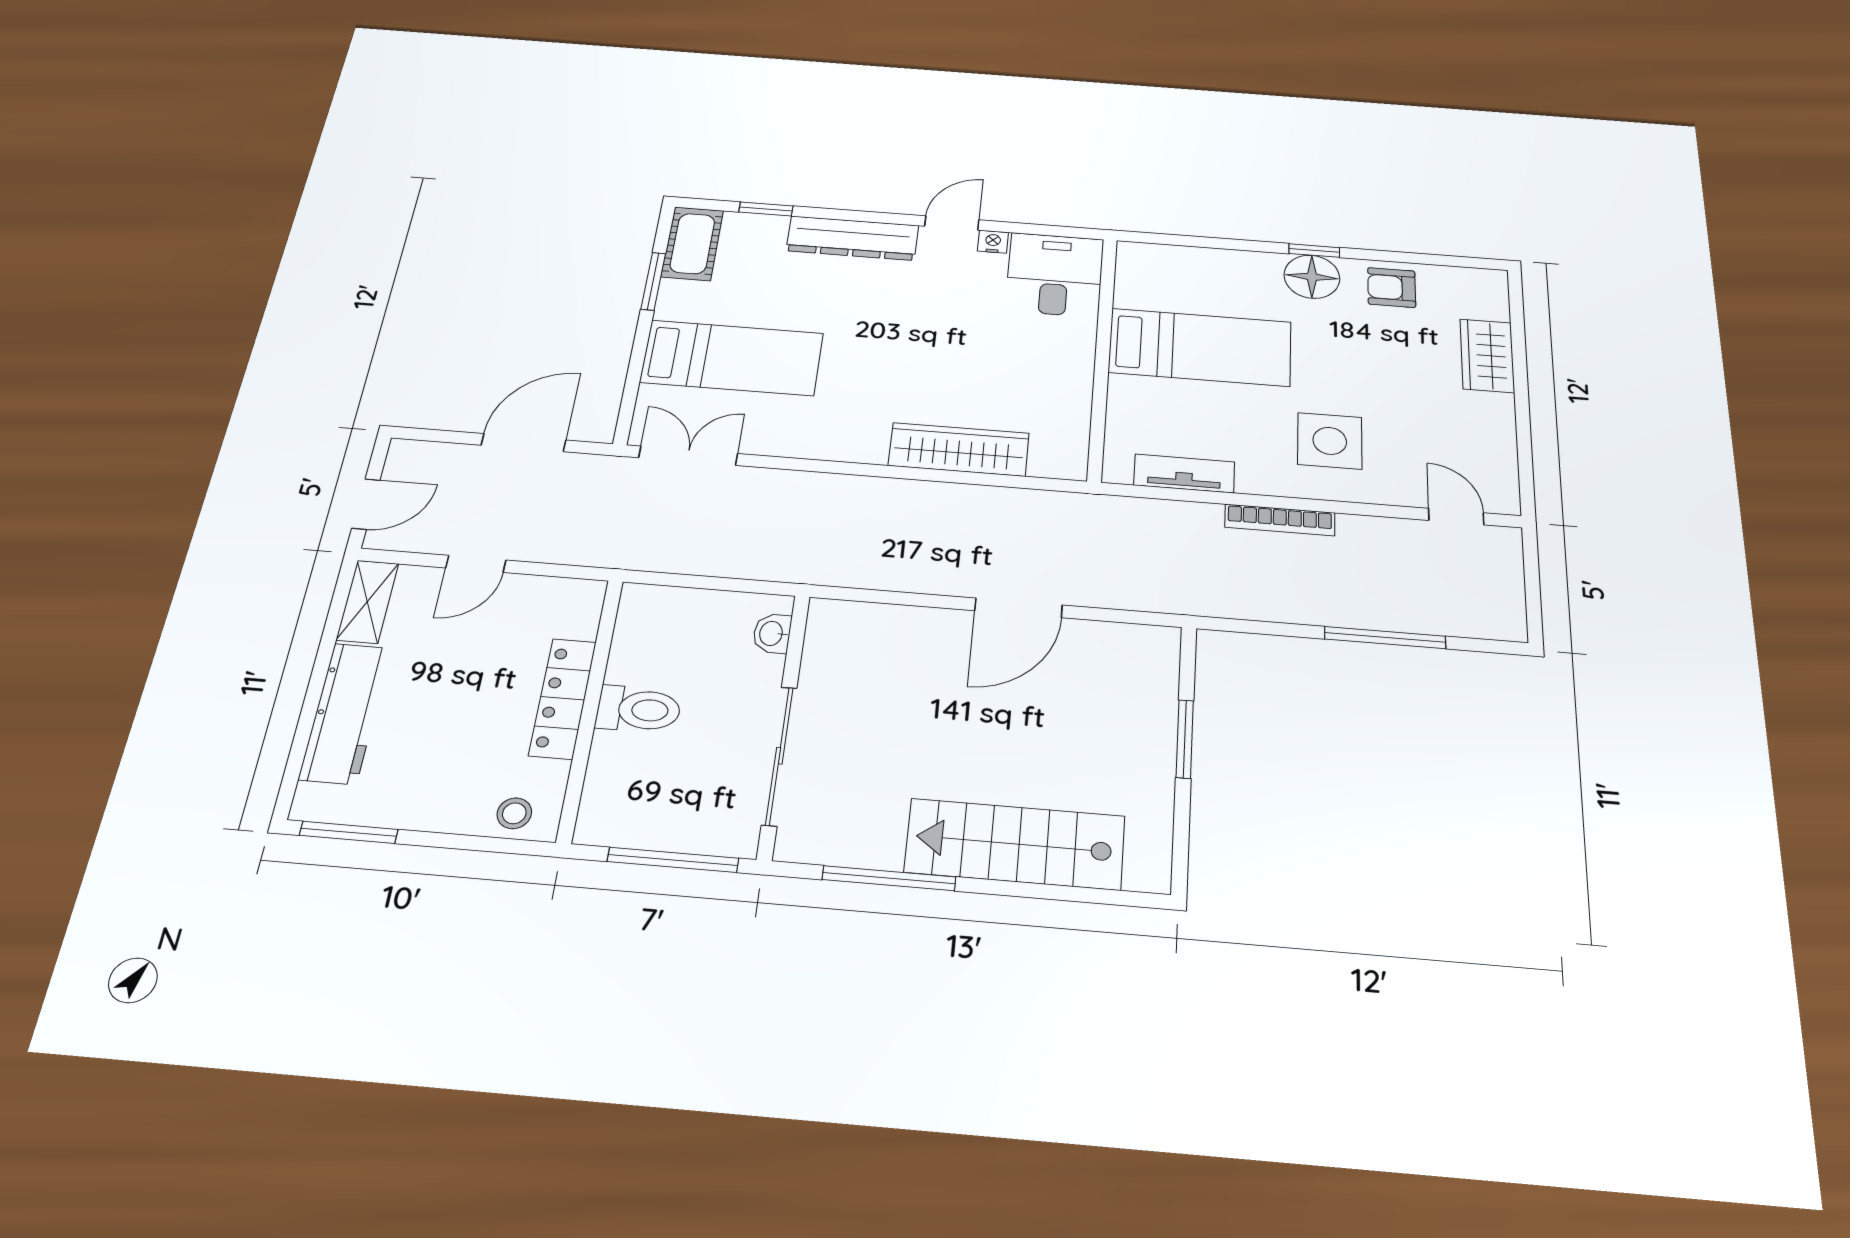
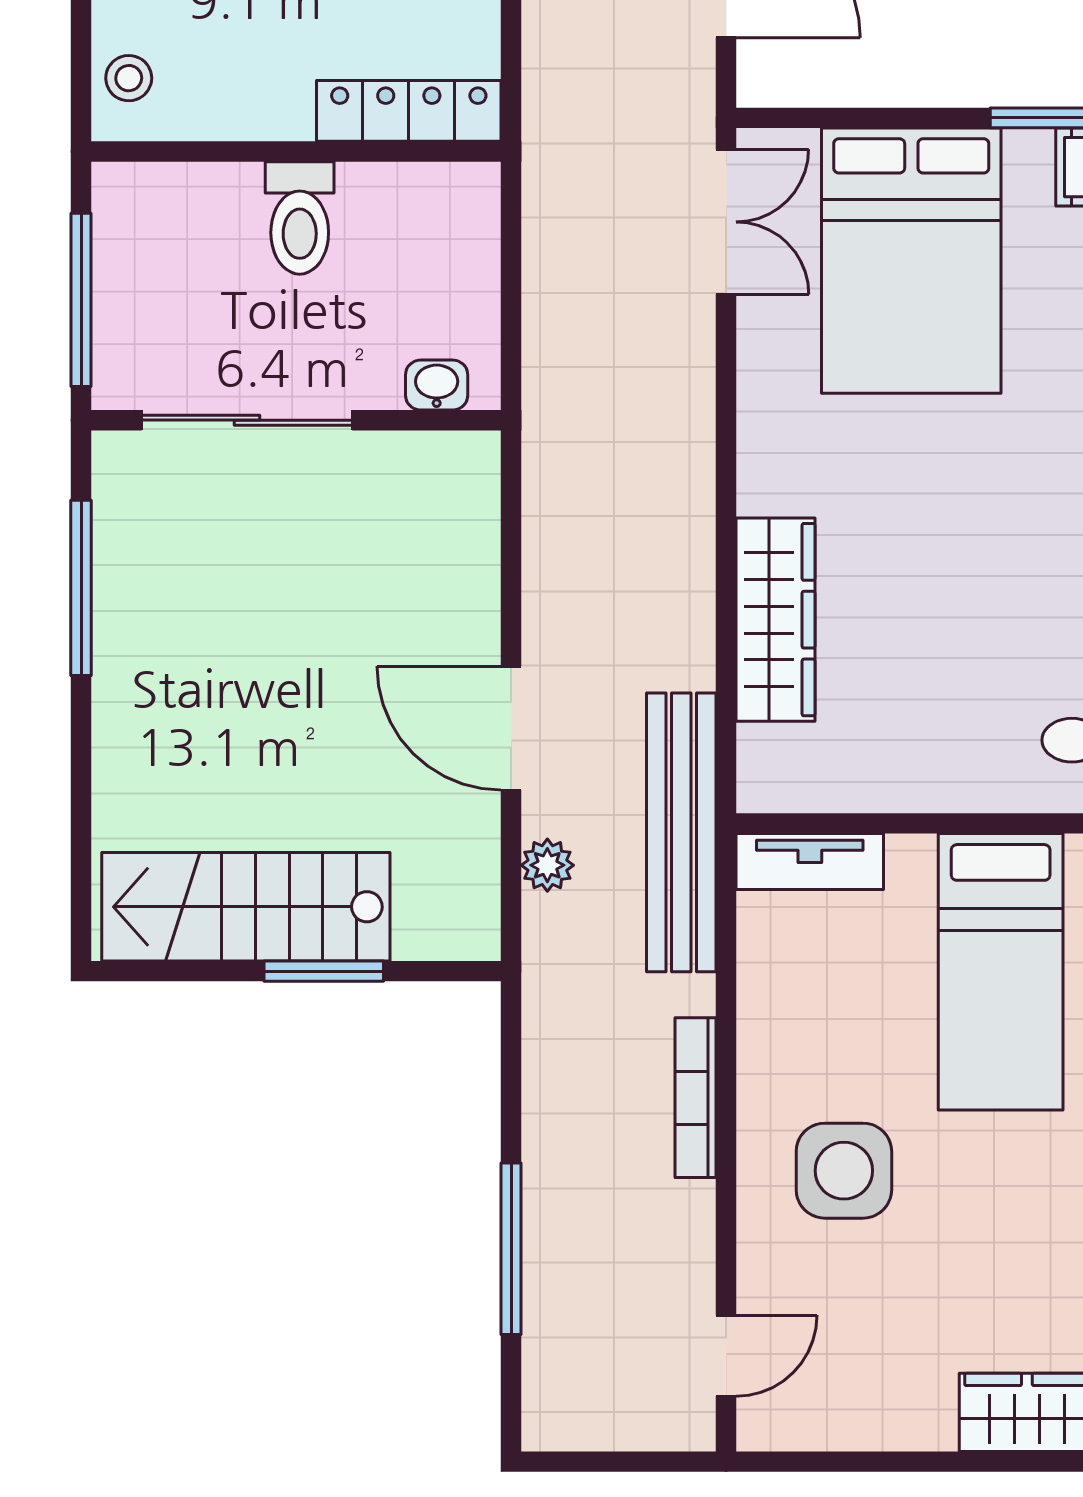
bed: (732, 358) -> (911, 261), width x1.50
tv unit: (1184, 473) -> (810, 862), moved, turned 90
bench: (1098, 514) -> (681, 832), added
plant: (1116, 594) -> (547, 865), added
locker: (563, 698) -> (409, 111), moved
stairs: (1015, 844) -> (246, 907), moved, turned -90

